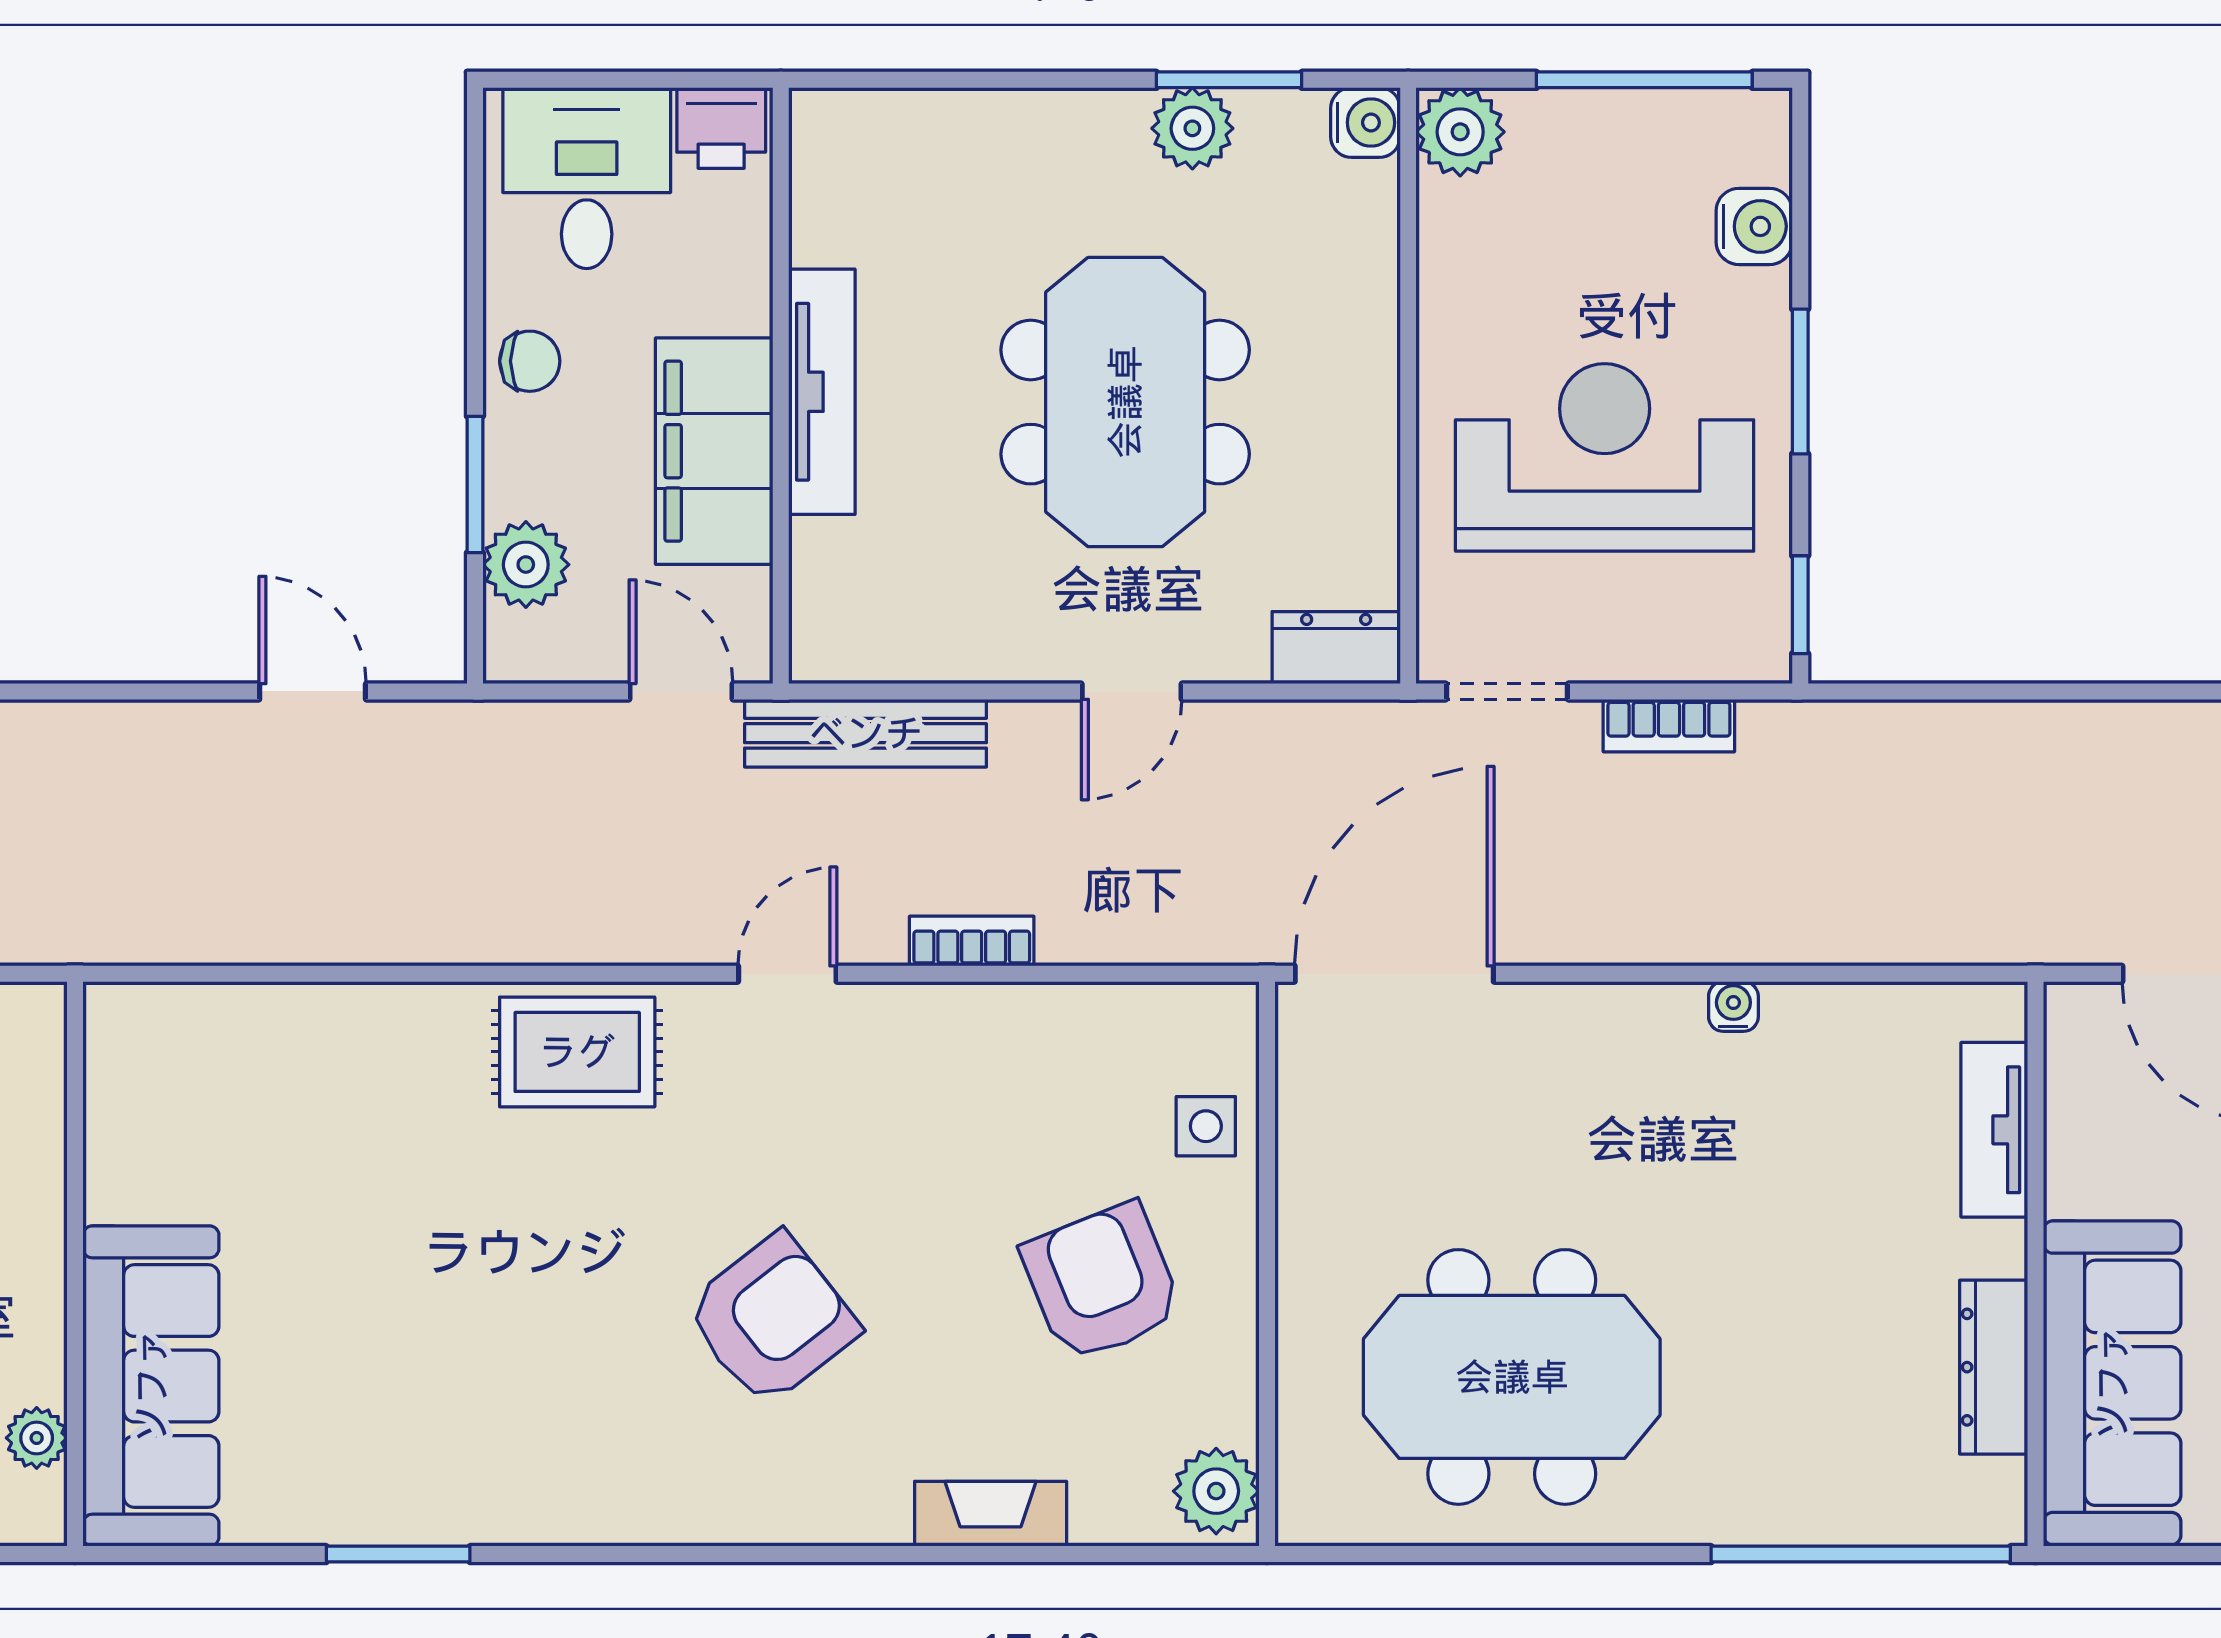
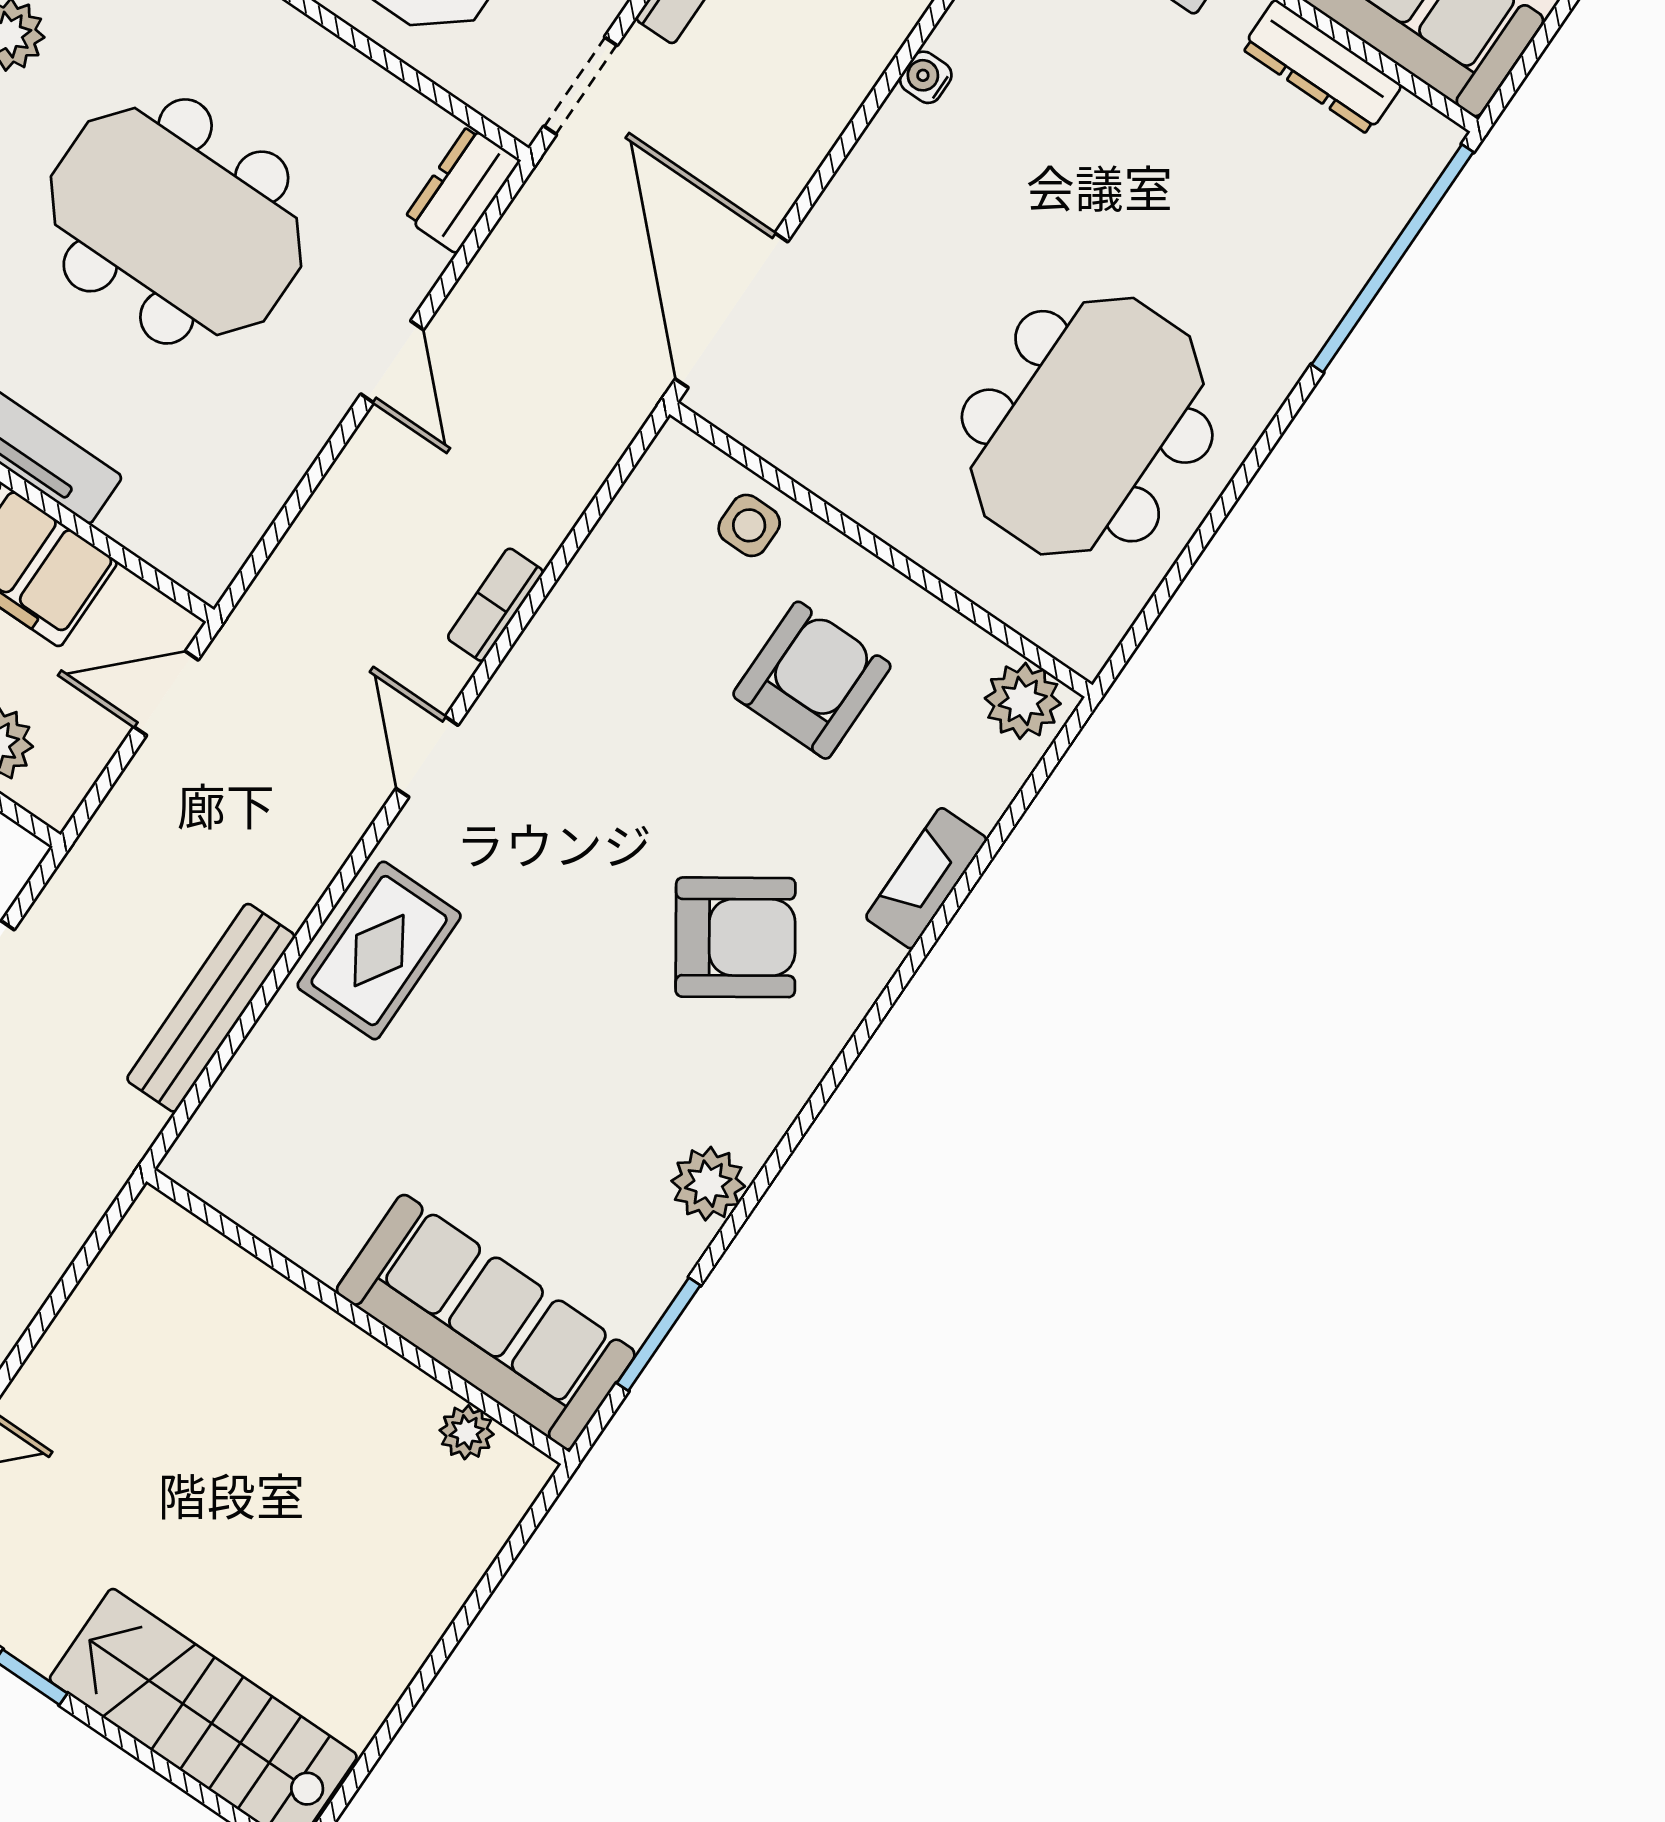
bench: (866, 733) -> (211, 1008), moved
wall: (75, 1264) -> (358, 1317), moved
armchair: (1102, 1282) -> (812, 680), turned 112
armchair: (772, 1319) -> (736, 937), moved, turned 94
sofa: (151, 1386) -> (486, 1322), moved
plant: (37, 1438) -> (467, 1432), moved
plant: (569, 1505) -> (708, 1184), added

